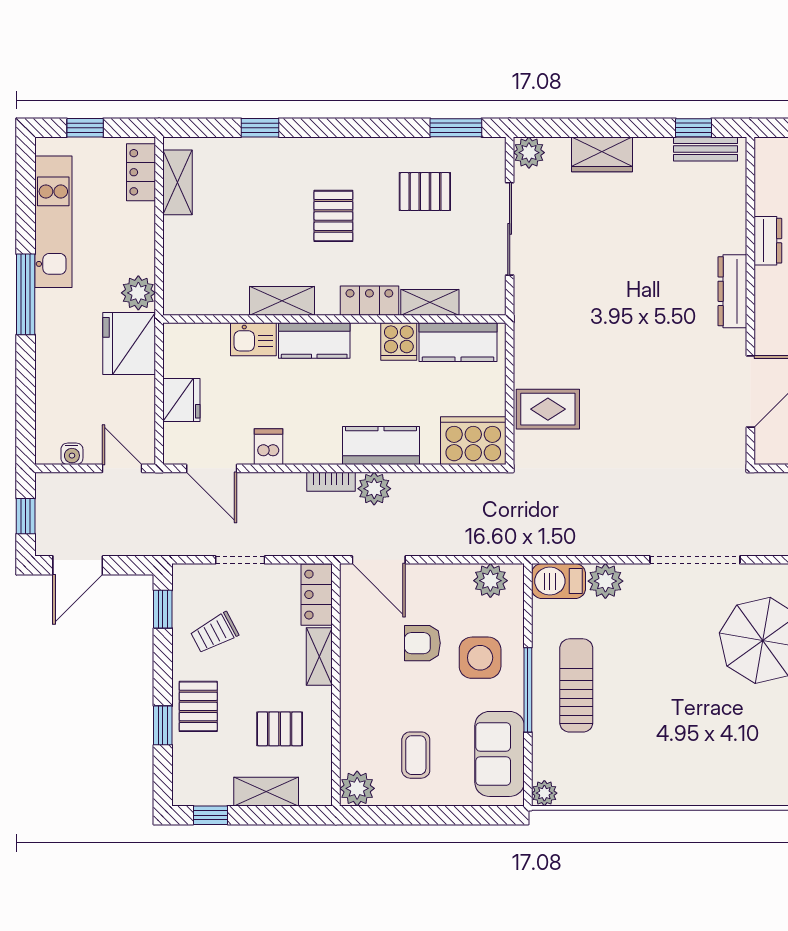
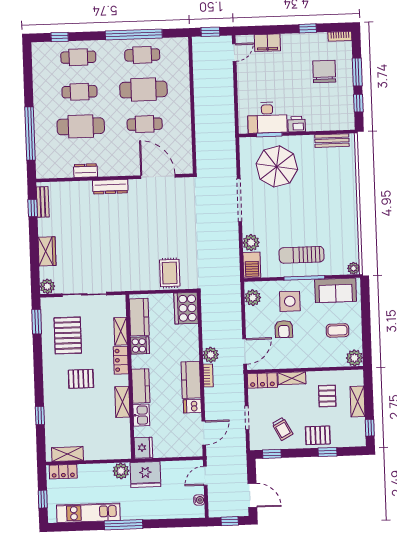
pallet: (425, 192) -> (68, 335), width x1.50, depth x1.42
fridge: (181, 400) -> (143, 448), moved, turned 90
kitchen counter: (381, 446) -> (191, 380), moved

